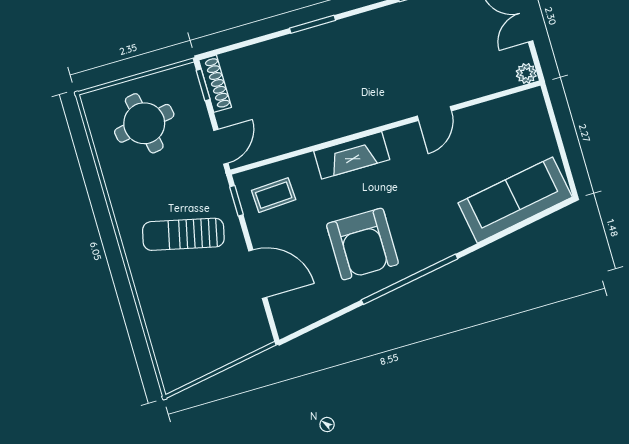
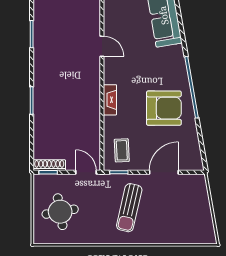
fireplace: (352, 155) -> (110, 100), width x0.73, depth x0.76

